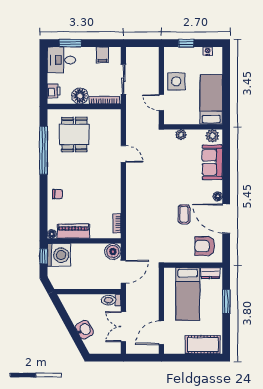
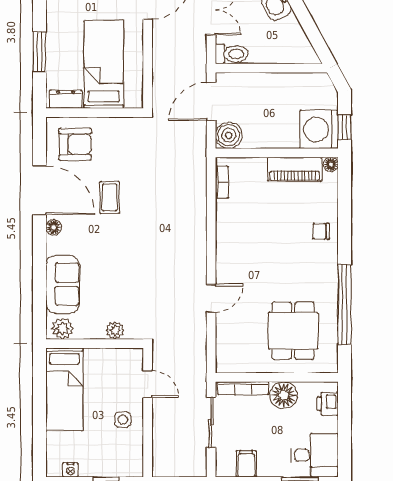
side table: (176, 81) -> (123, 420), width x0.54, depth x0.54
door: (123, 154) -> (211, 298), swing flipped

